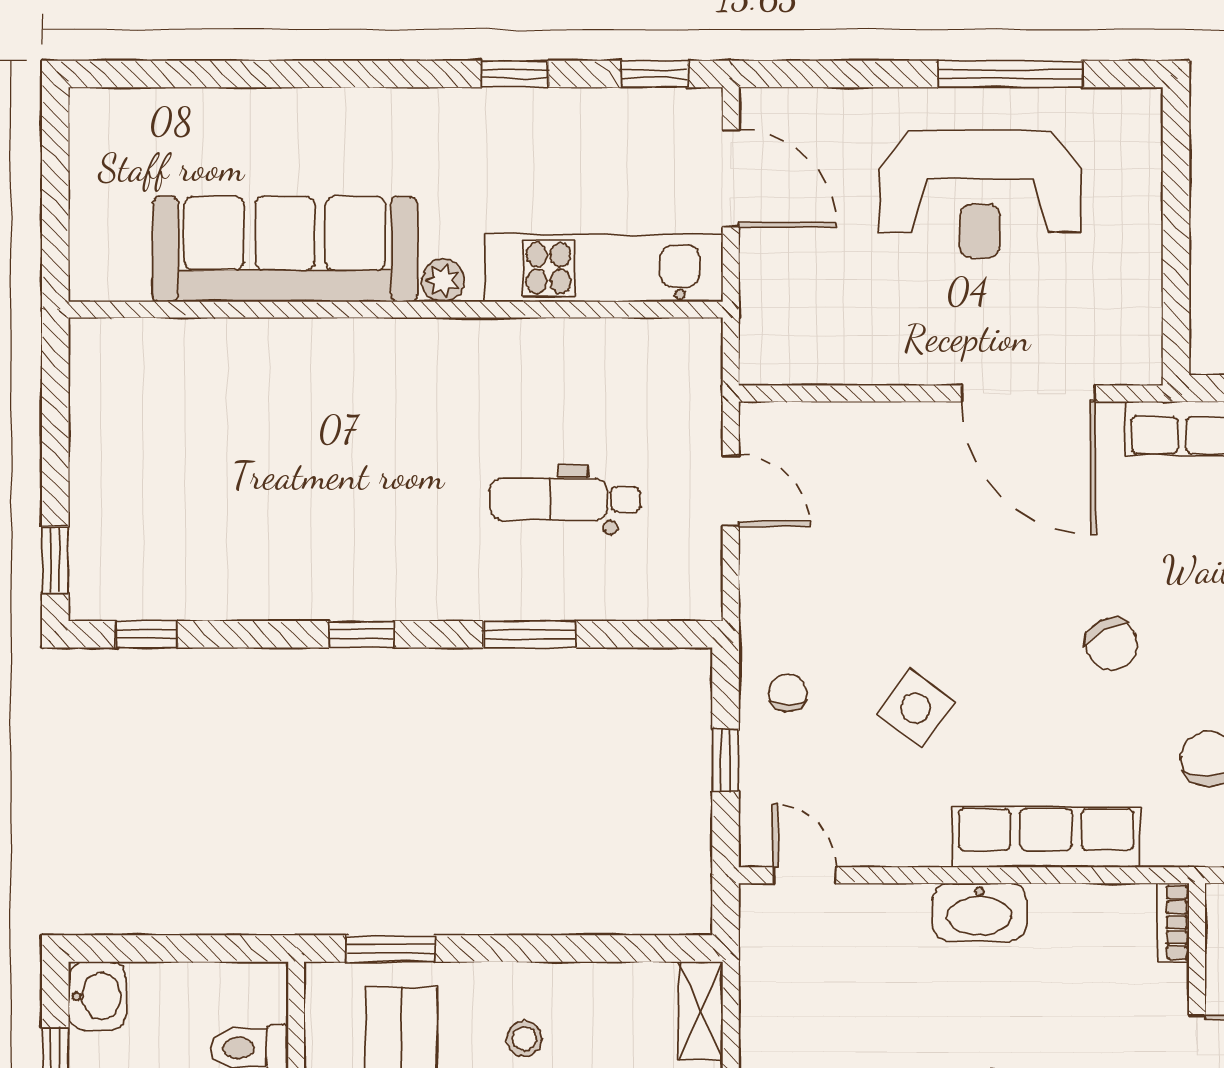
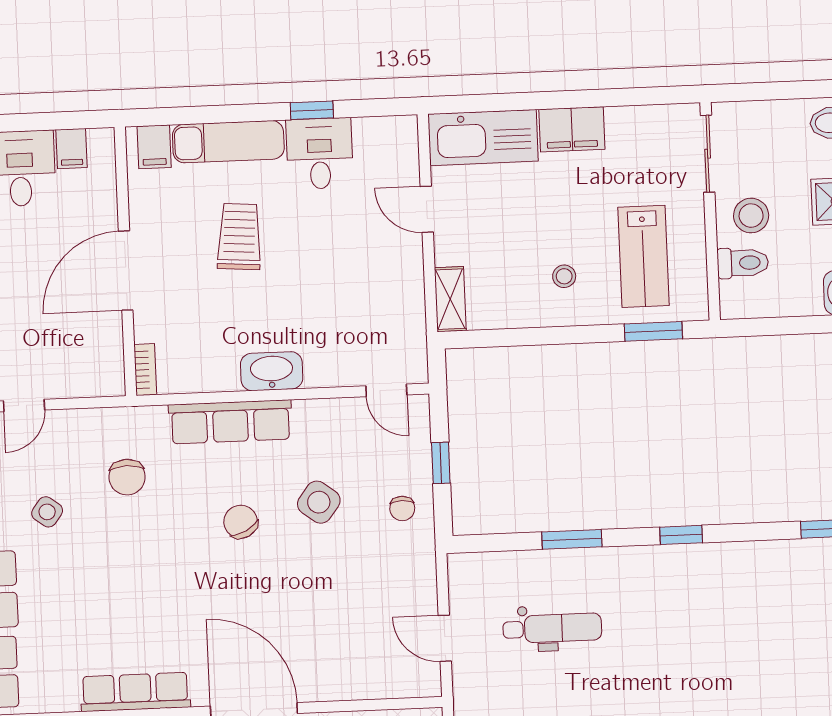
chair: (1112, 644) -> (241, 522), moved

